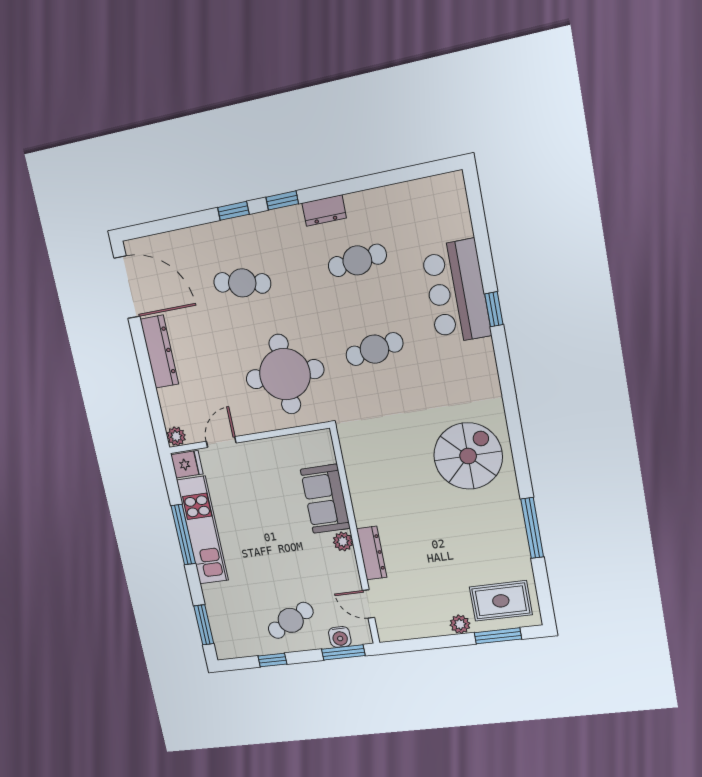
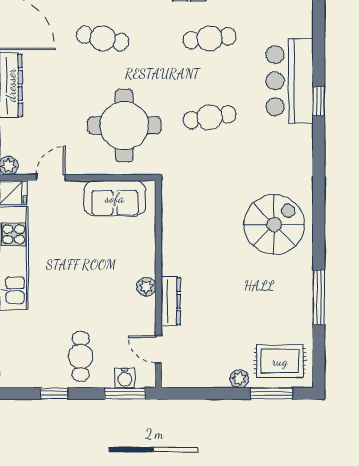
sofa: (325, 499) -> (115, 198), moved, turned -90
cafe table: (291, 620) -> (81, 356), turned -63

